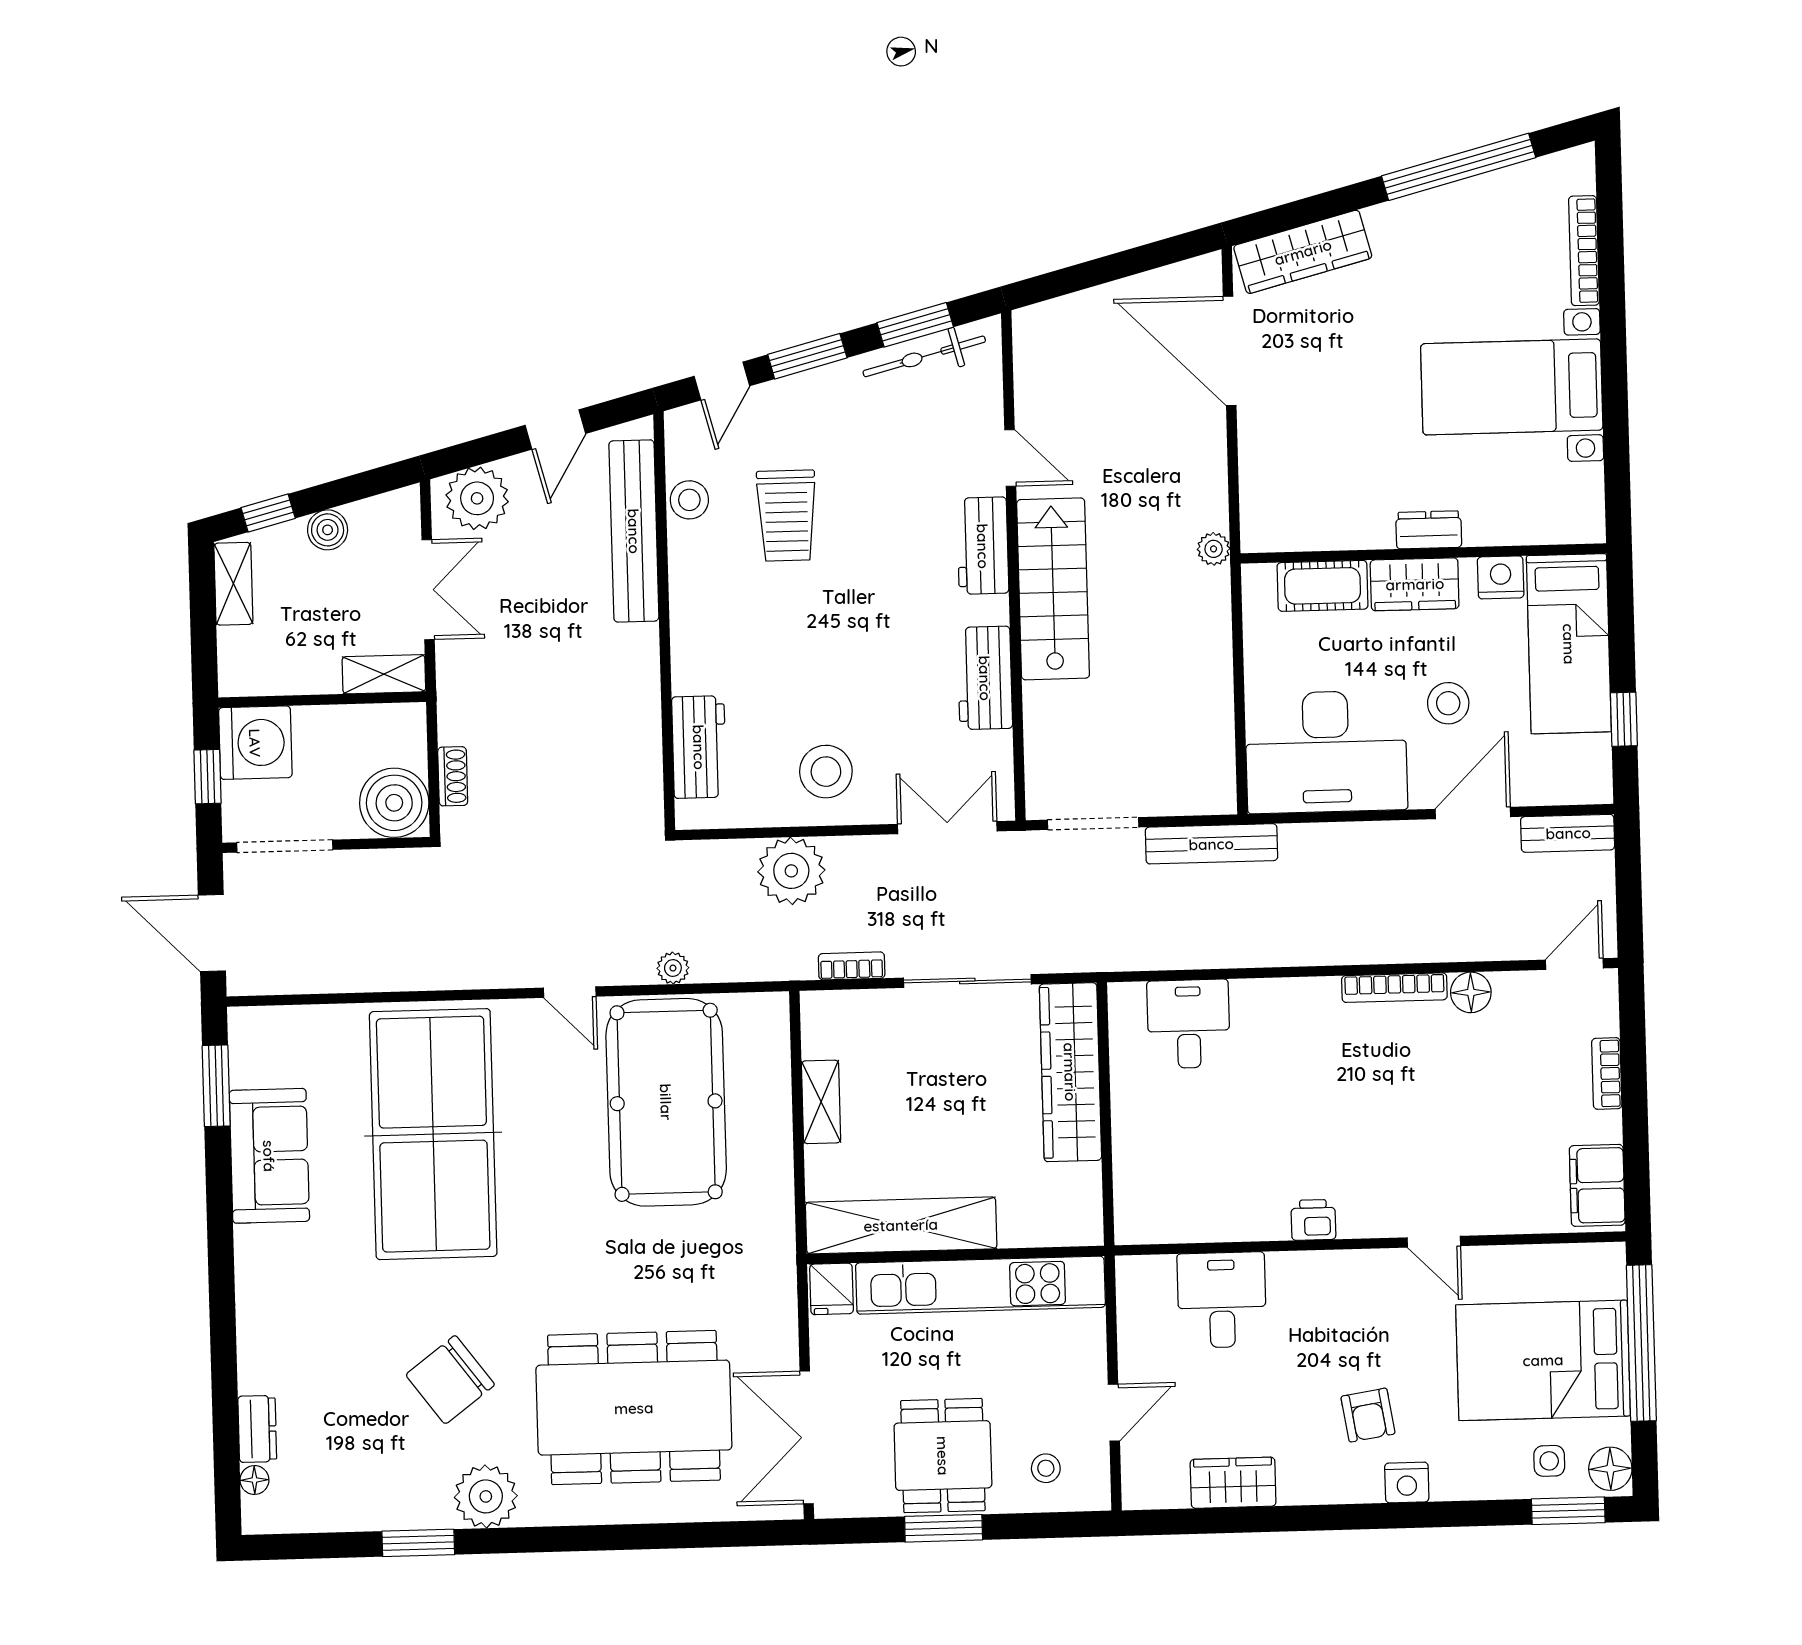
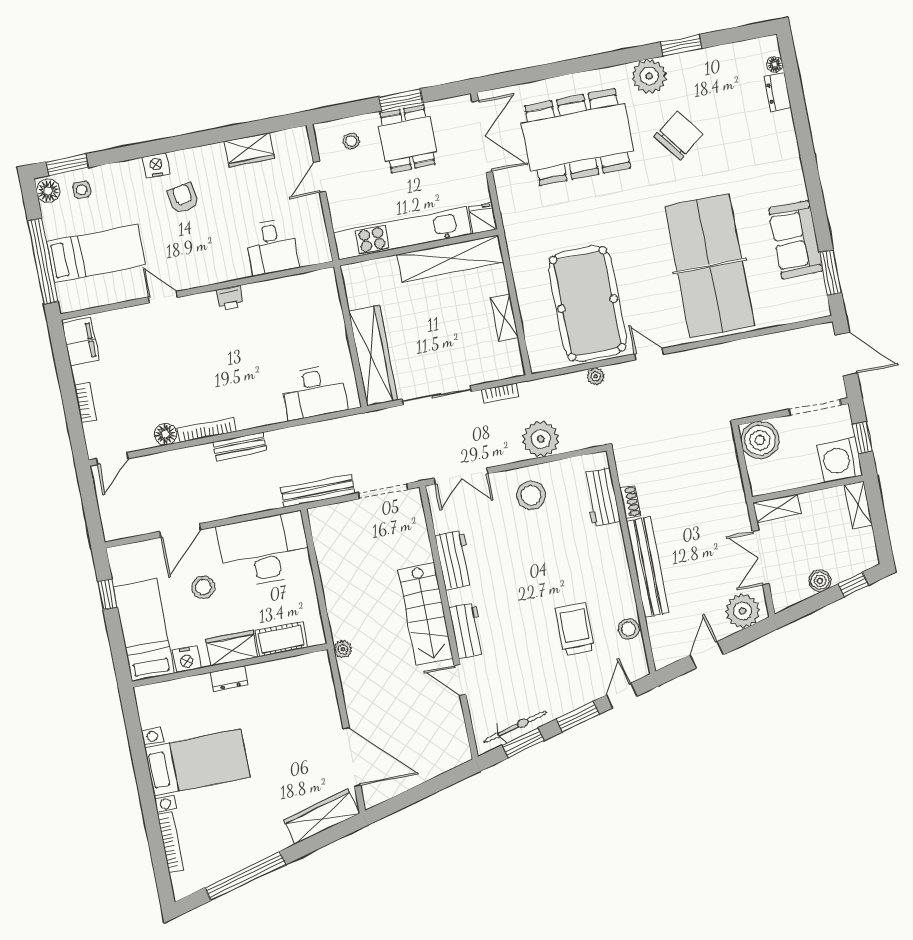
bench: (634, 531) -> (648, 567), moved
shelving: (233, 584) -> (858, 505), moved
shoe rack: (453, 776) -> (630, 502), moved, turned 180
bench: (1568, 833) -> (240, 446), moved
desk: (1189, 1024) -> (314, 392), width x1.37
bed: (1543, 1360) -> (96, 253), width x0.67

